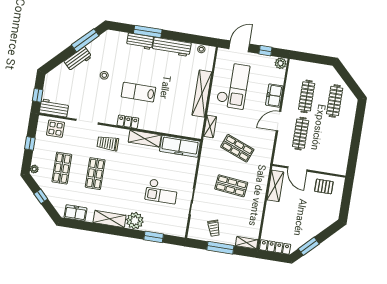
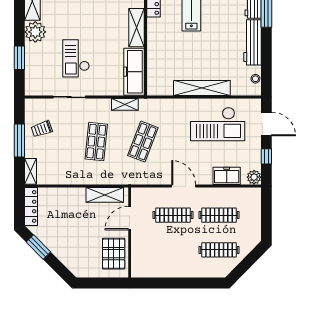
freezer: (274, 96) -> (227, 176), moved
shelving: (210, 126) -> (125, 104), moved
pallet: (324, 186) -> (114, 254), width x1.50, depth x1.42

